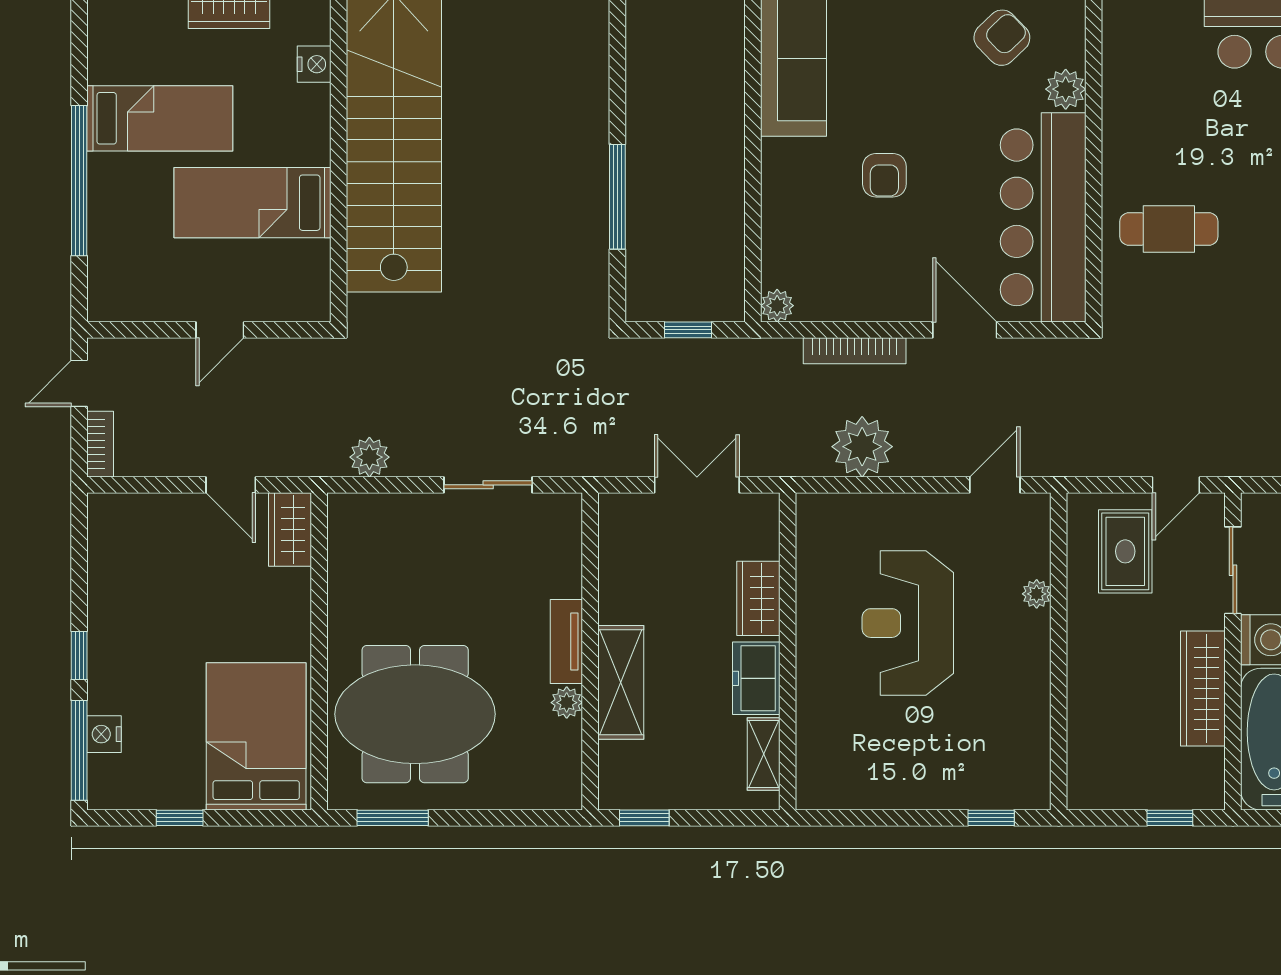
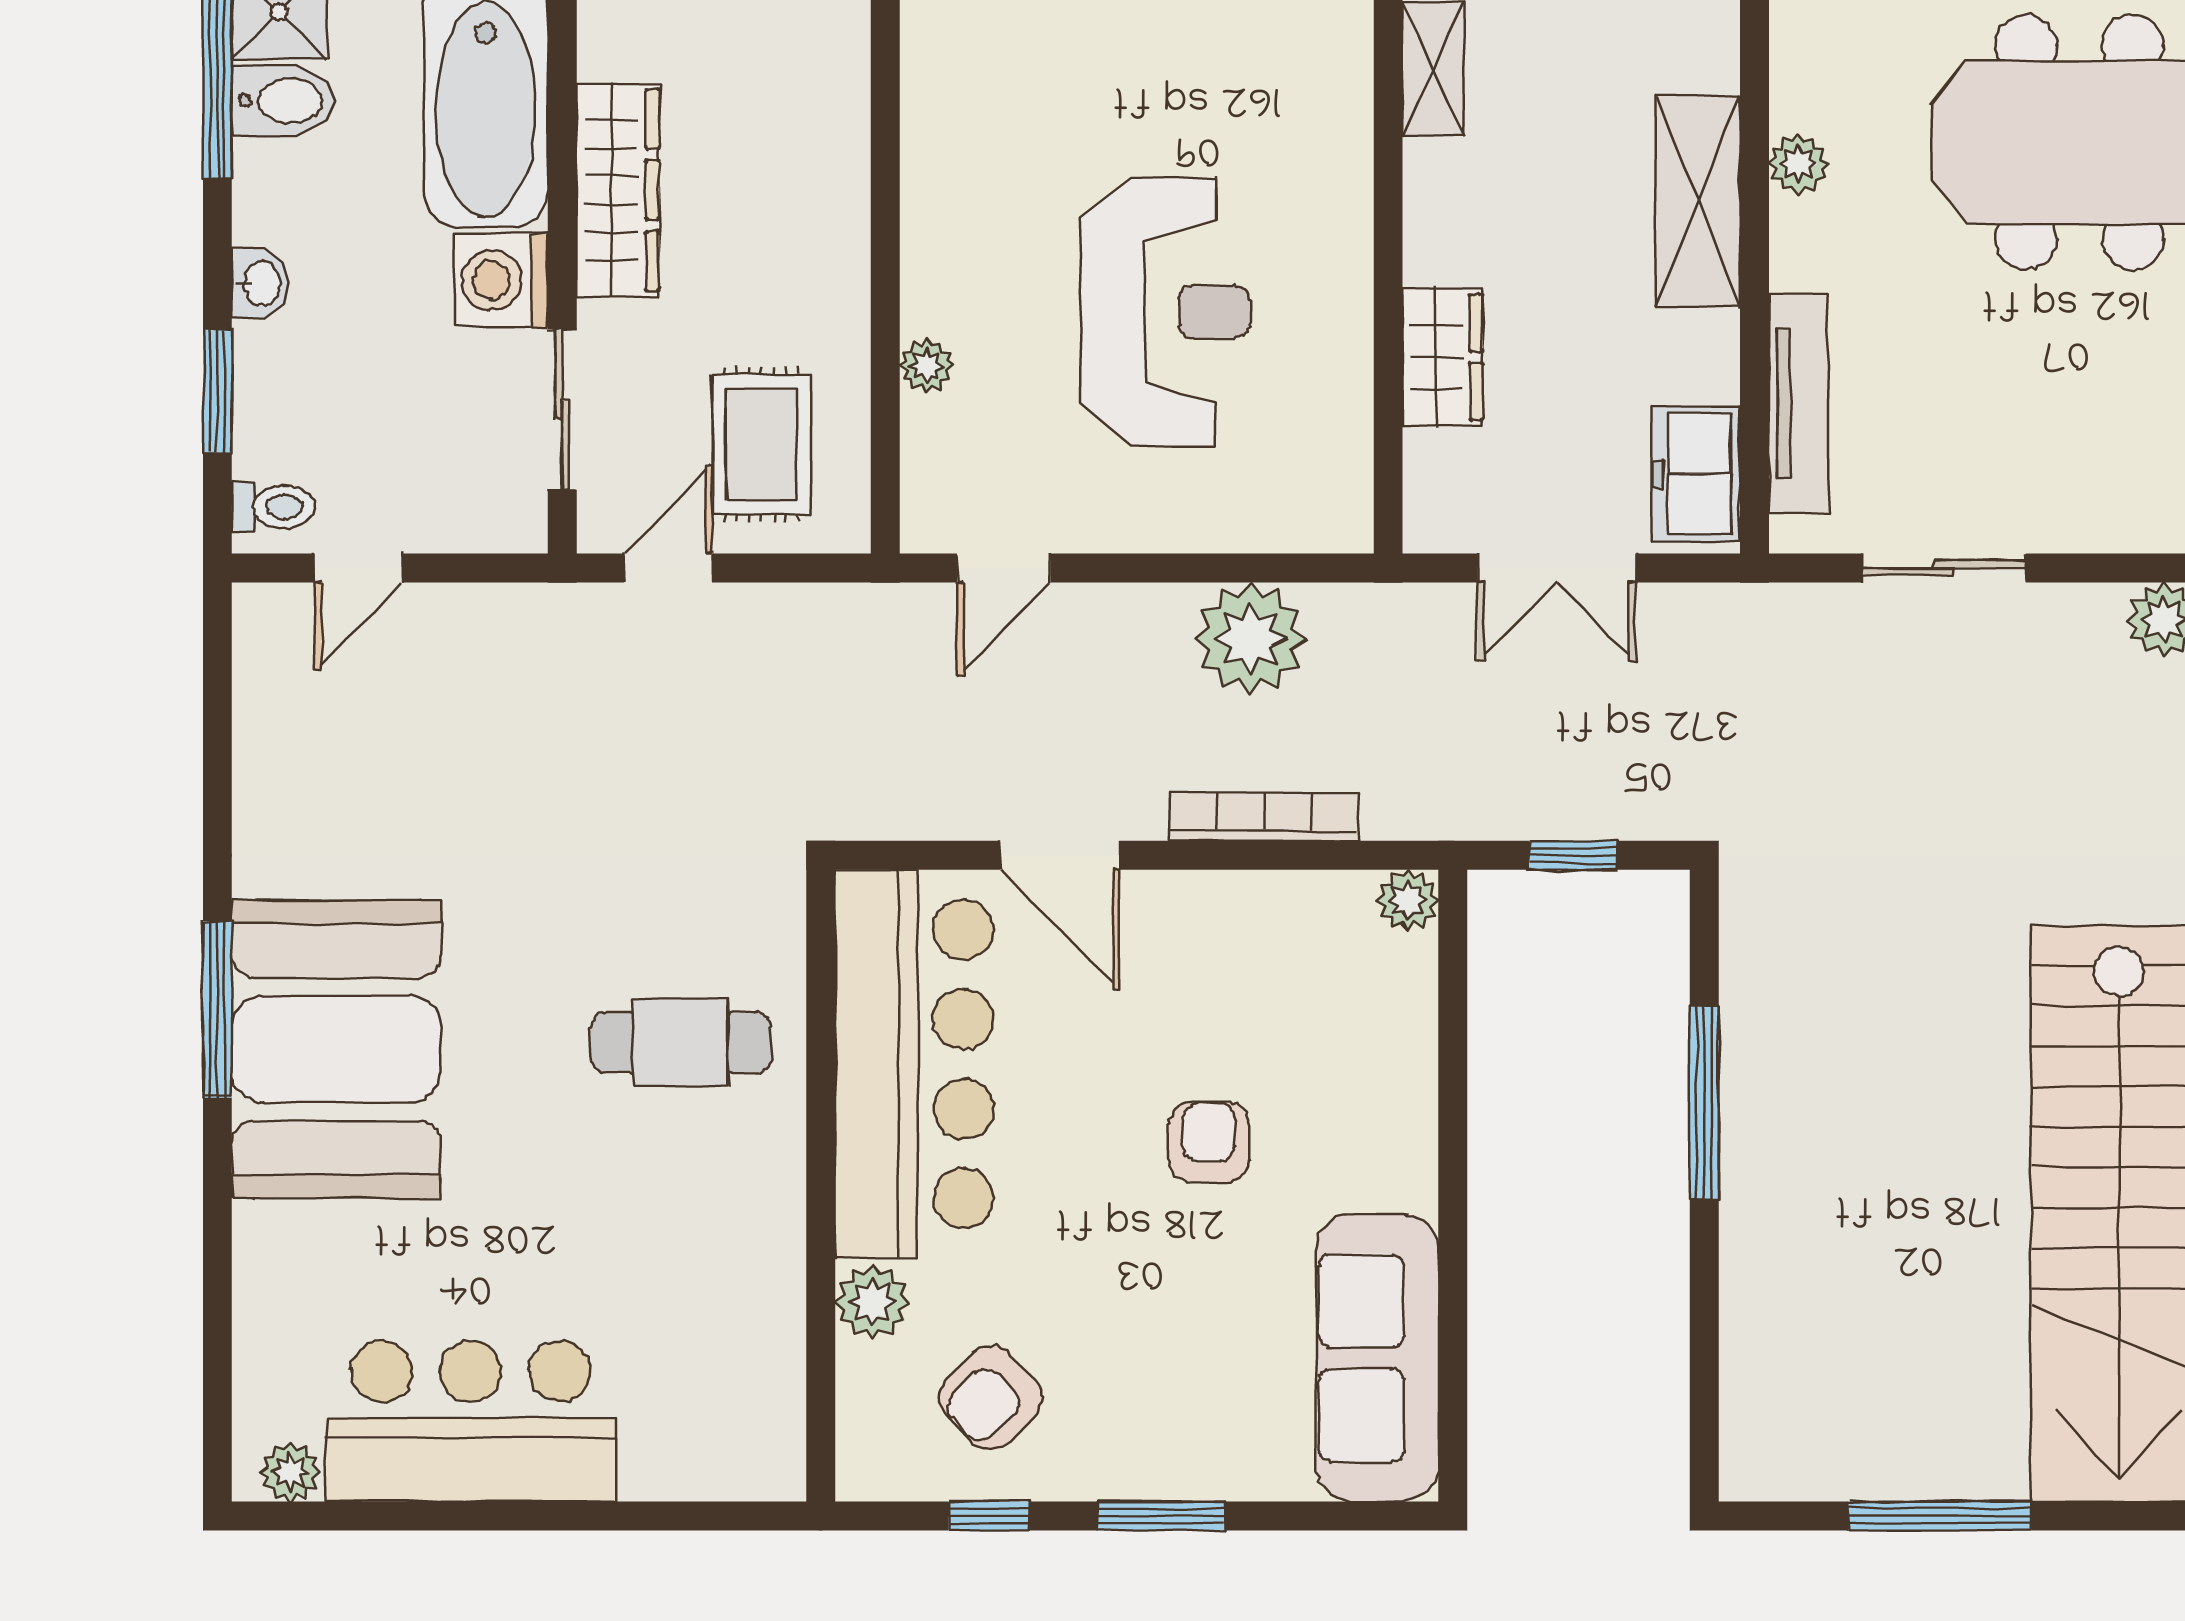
tv unit: (566, 641) -> (1799, 404), moved, width x1.41
freezer: (756, 678) -> (1696, 474), moved, turned 180

